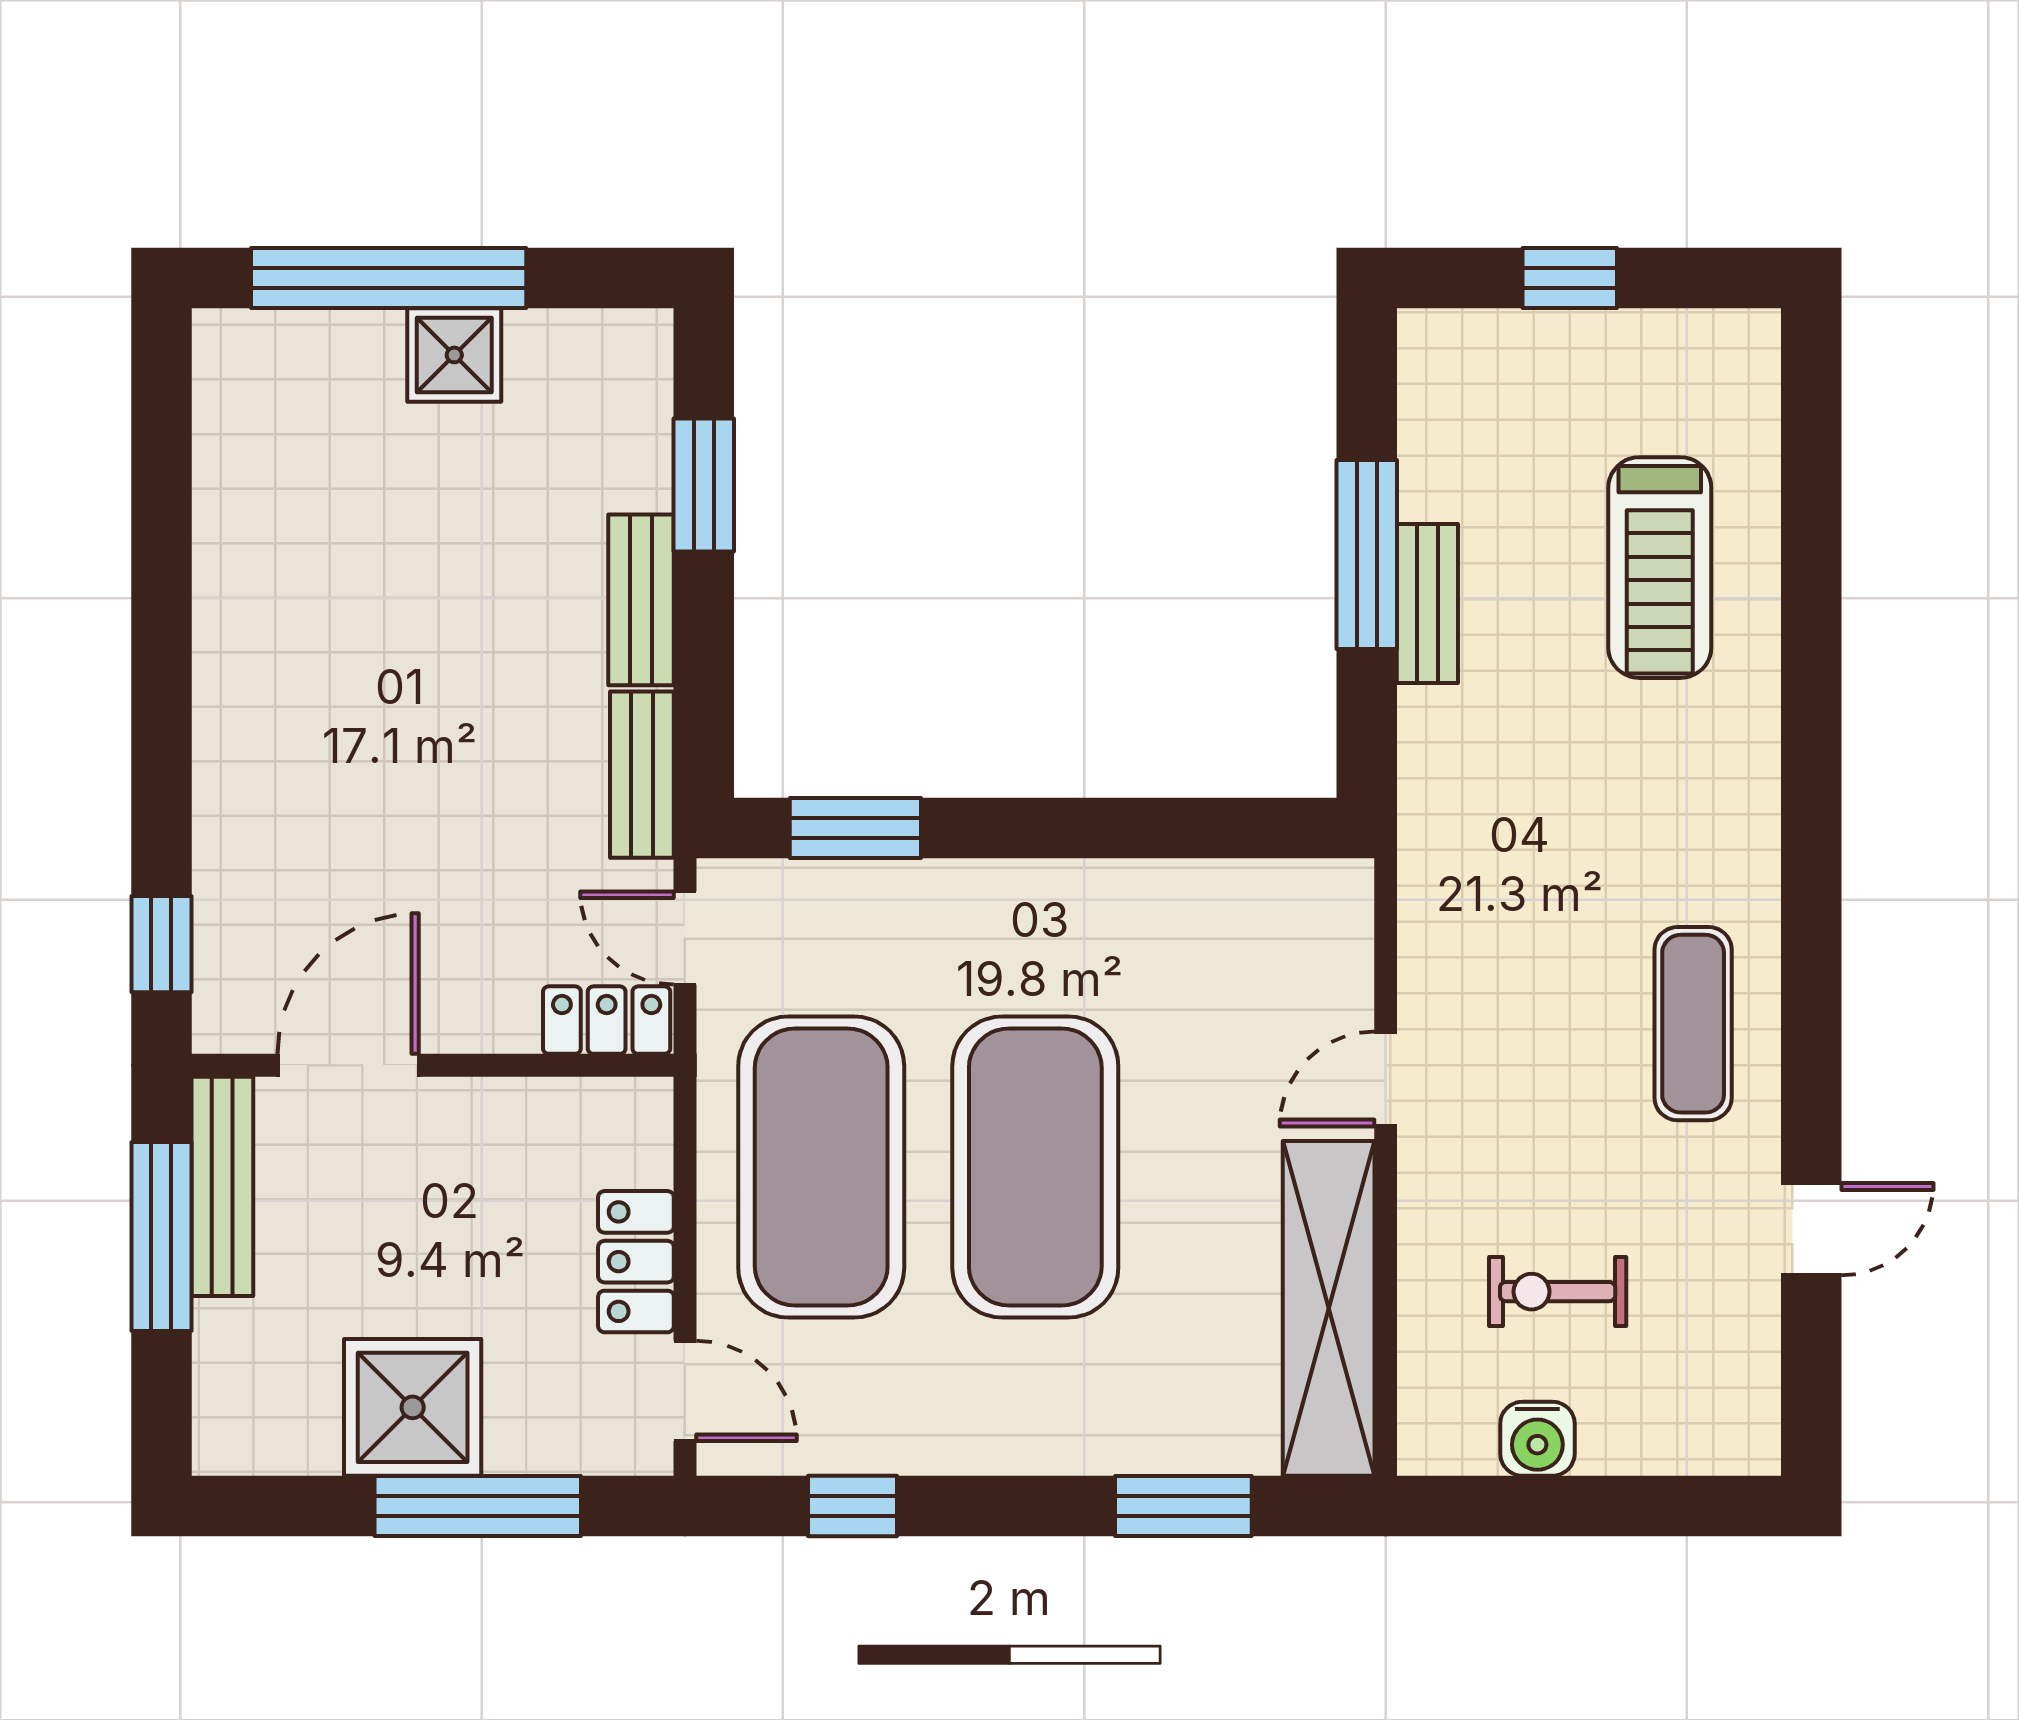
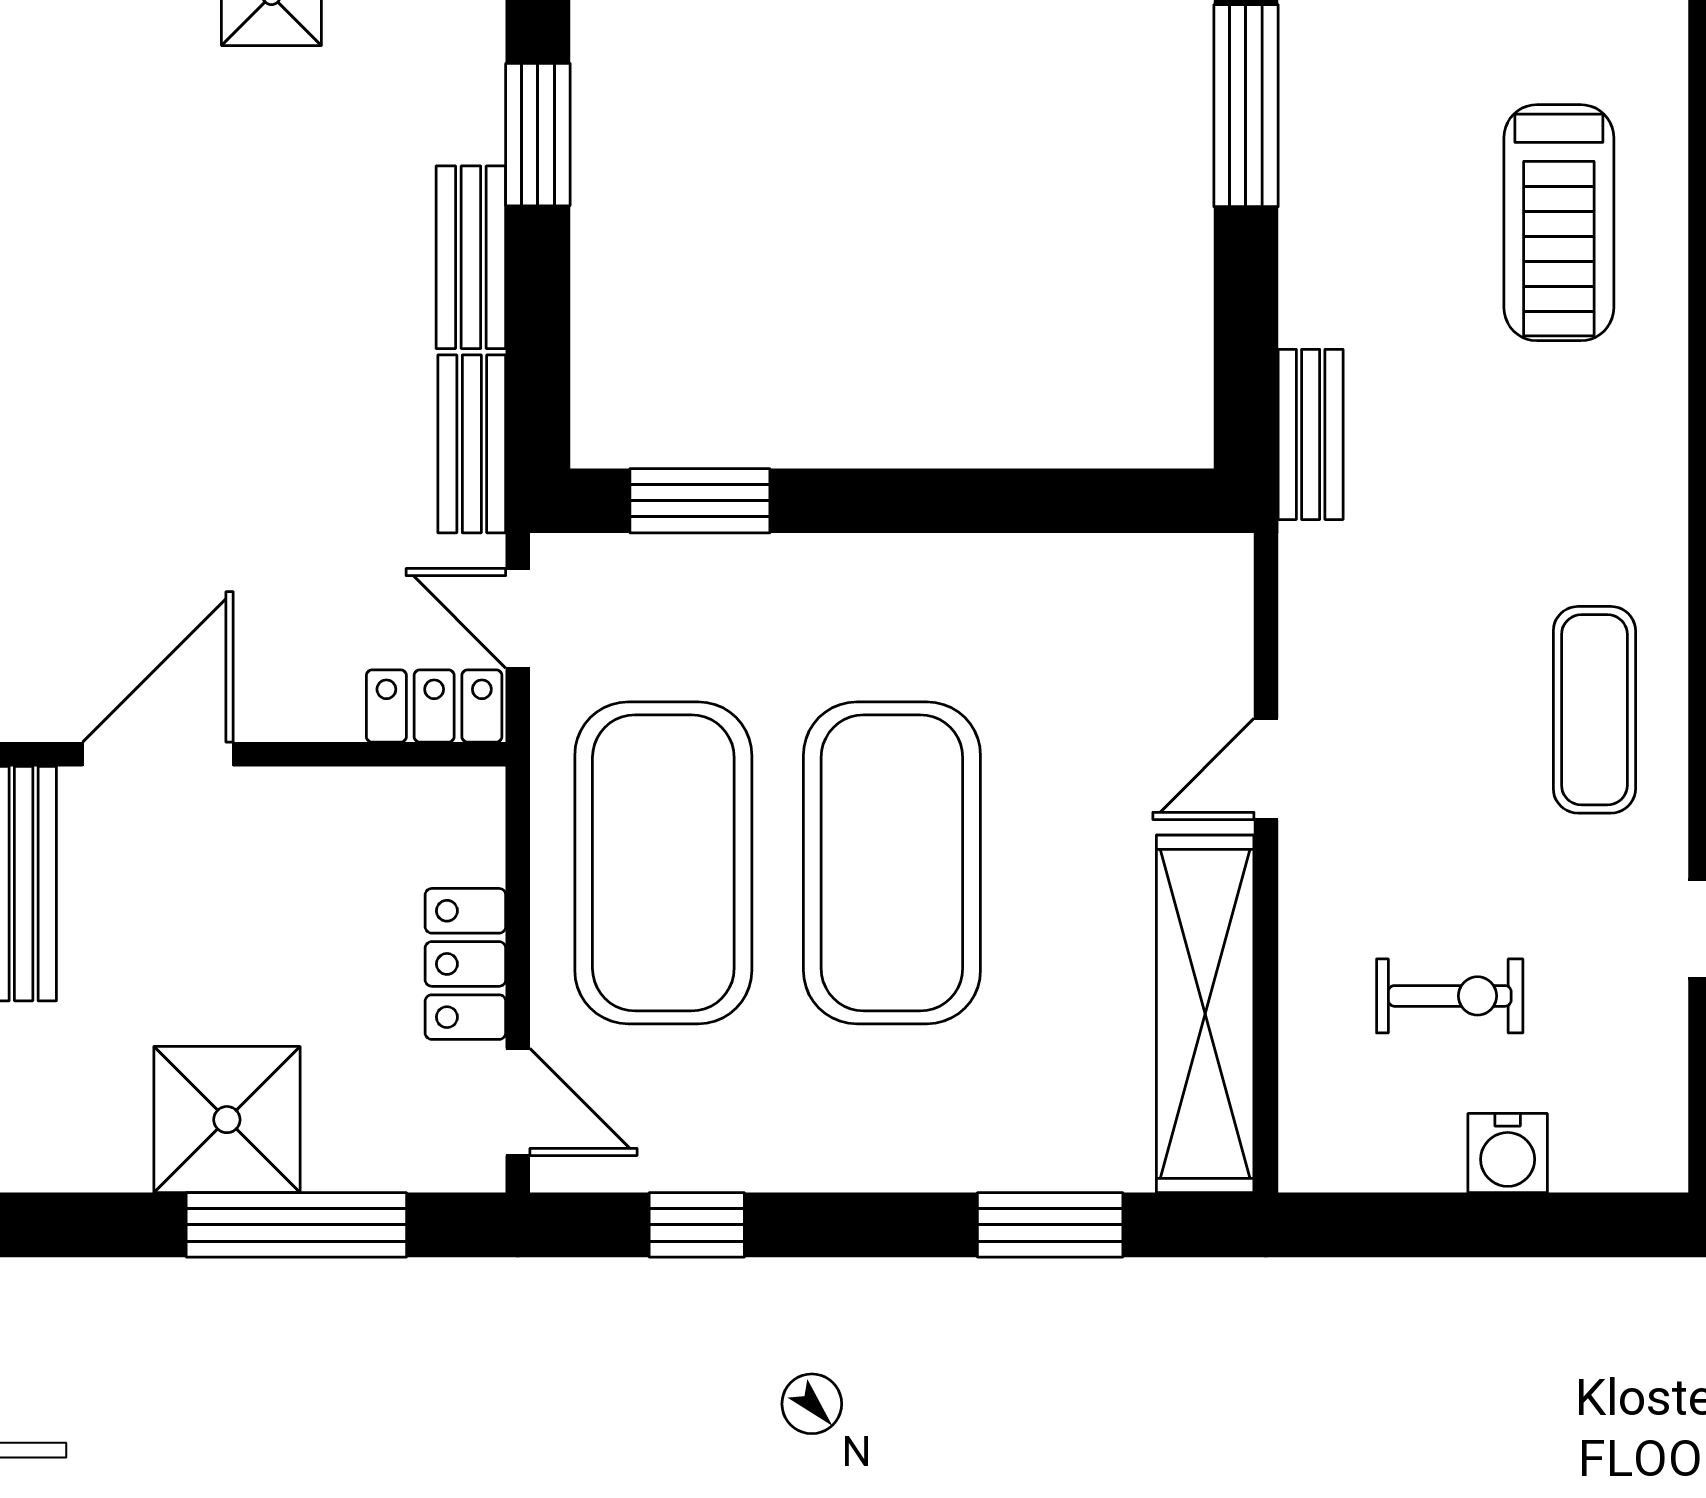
window: (1367, 555) -> (1246, 106), moved
bench: (1427, 603) -> (1311, 434), moved
exercise bike: (1558, 1292) -> (1450, 996), turned 180
water cooler: (1537, 1439) -> (1508, 1153), moved

